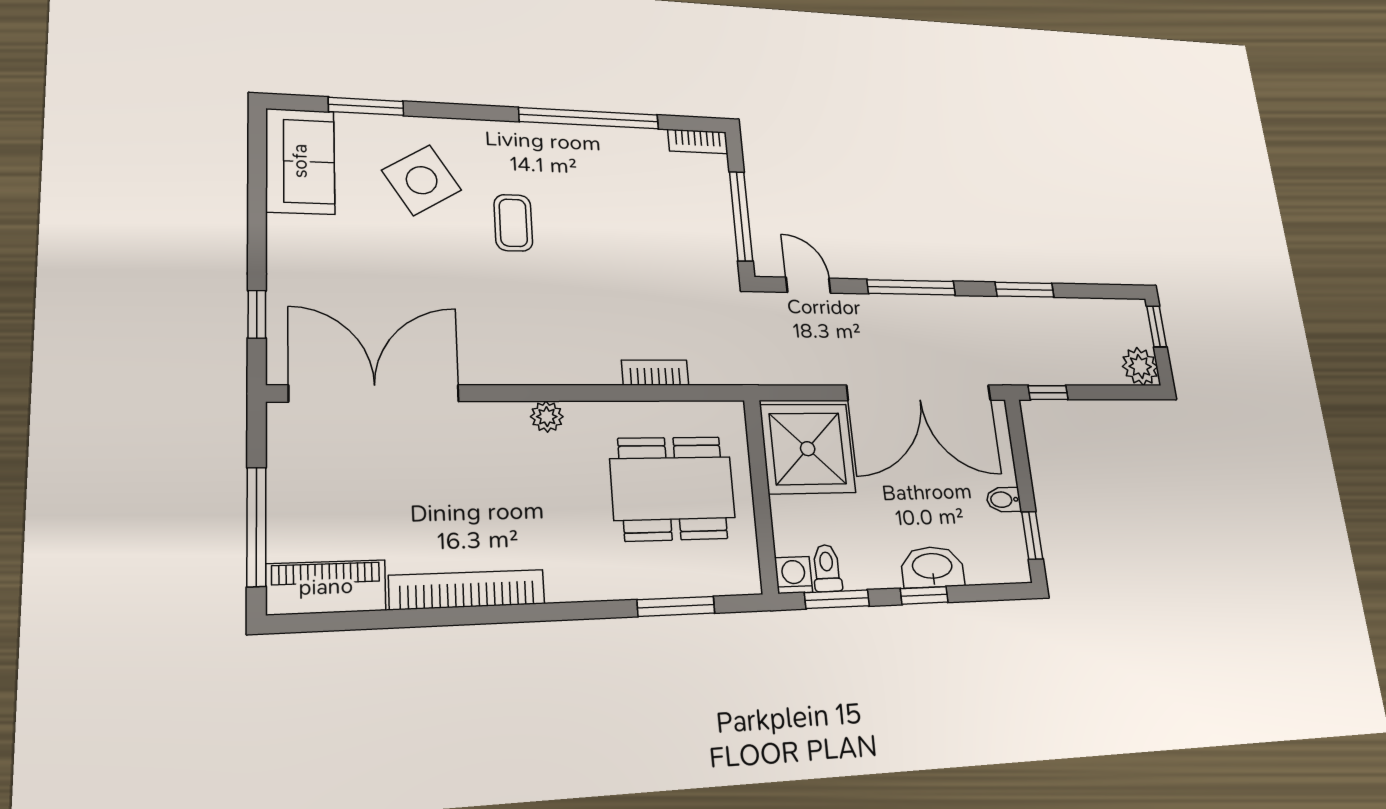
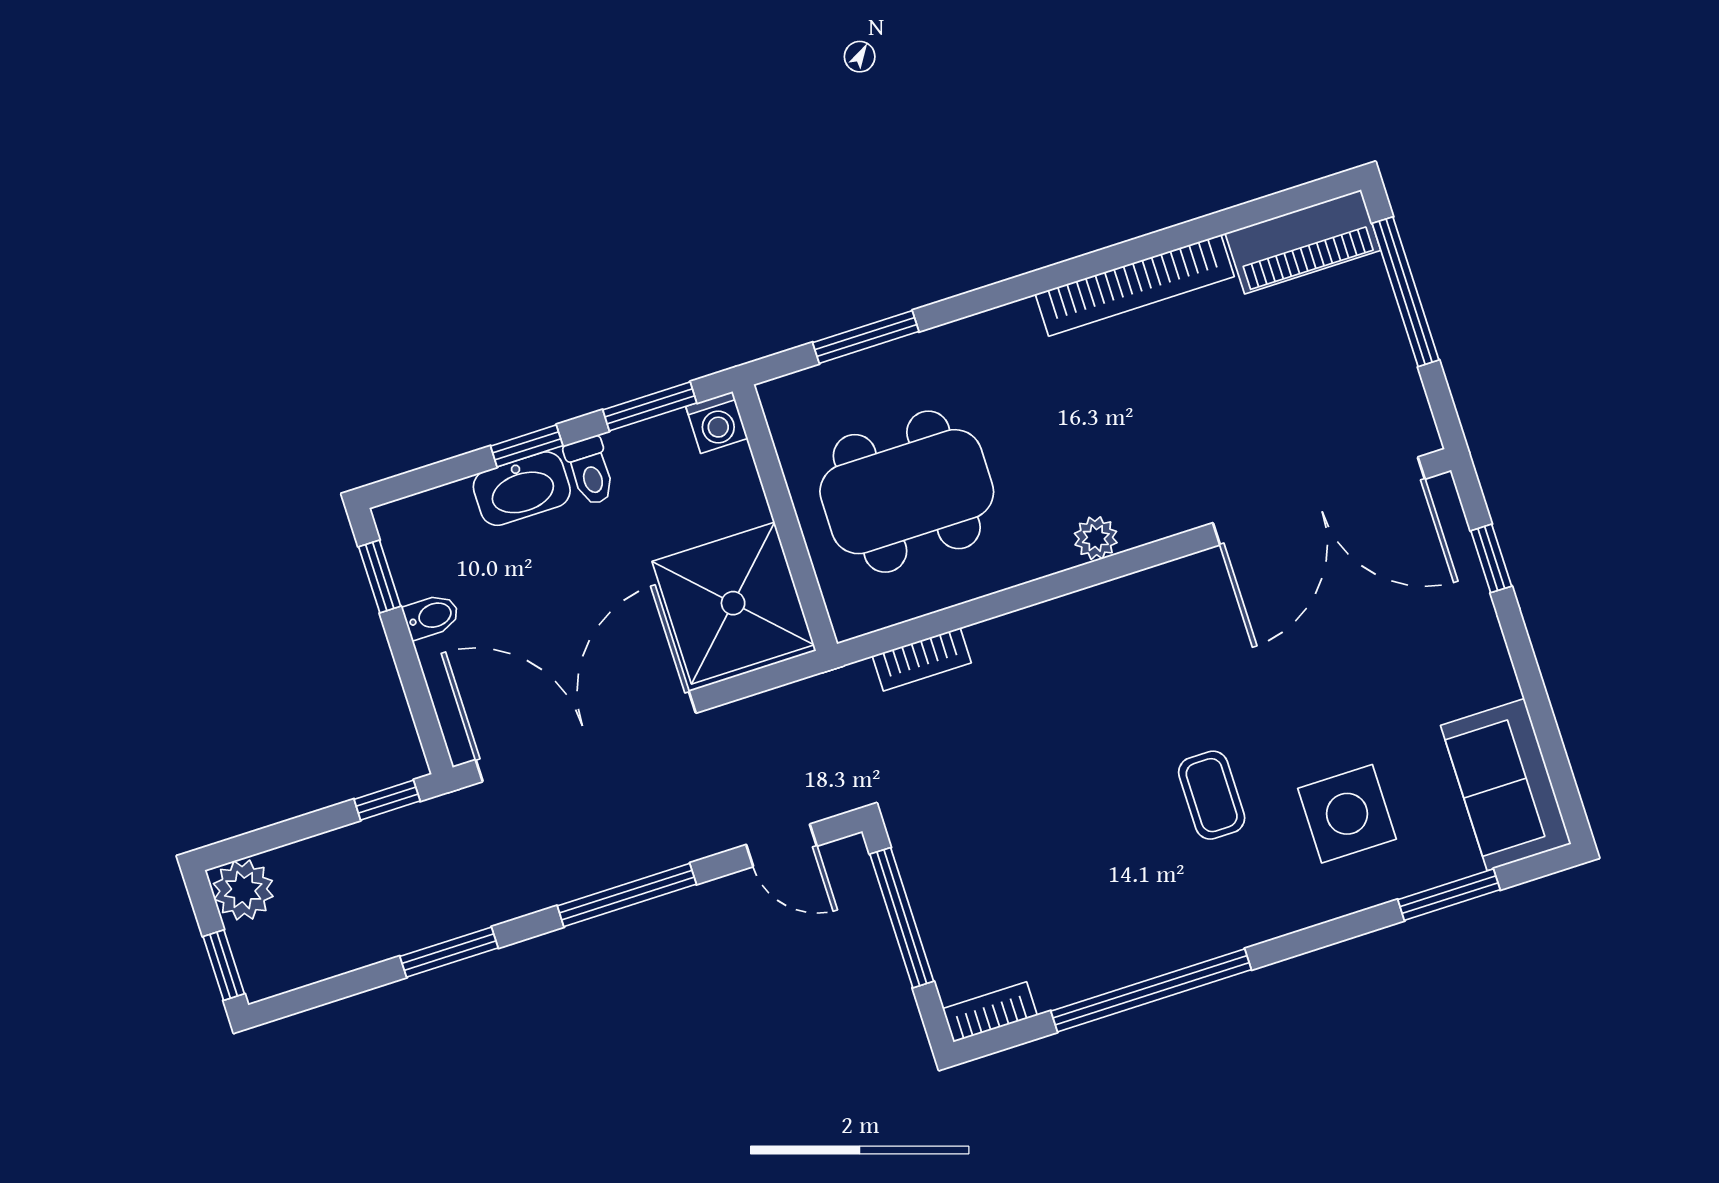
side table: (422, 180) -> (1347, 814), turned 32
bookcase: (655, 373) -> (922, 659), moved
toilet: (827, 568) -> (590, 471), moved

